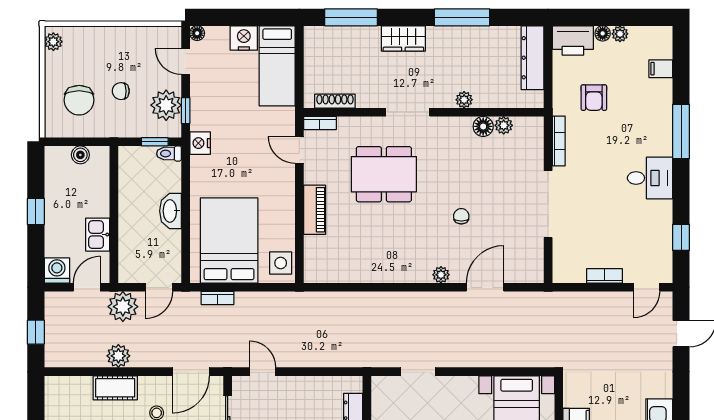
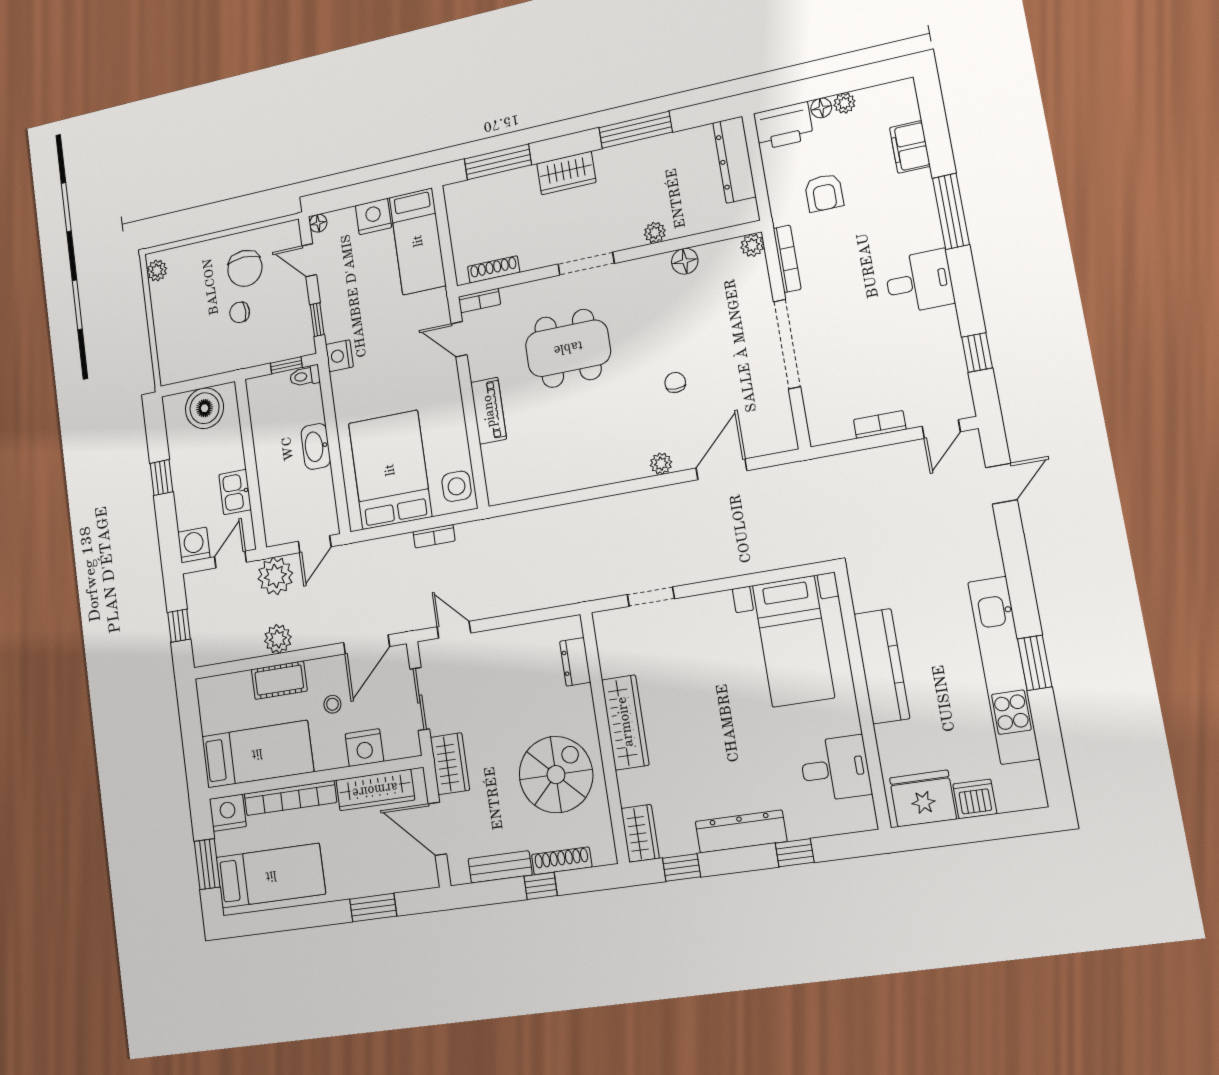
filing cabinet: (661, 69) -> (910, 147), width x2.00
chair: (79, 100) -> (245, 268), moved
plant: (166, 105) -> (294, 318), removed
plant: (504, 125) -> (752, 245), moved
boiler: (80, 155) -> (205, 408), width x1.86, depth x1.86
bookcase: (218, 298) -> (434, 536), moved

